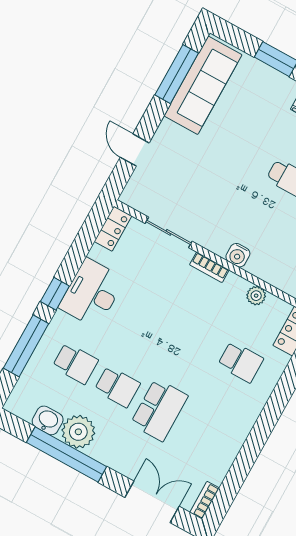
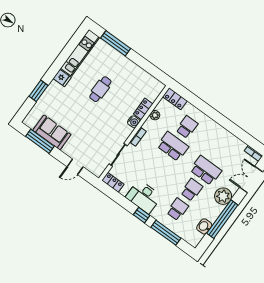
sofa: (203, 85) -> (52, 132), width x0.73
locker: (266, 271) -> (143, 109), added
school desk: (199, 339) -> (173, 146), added
plant: (78, 432) -> (223, 196), moved

